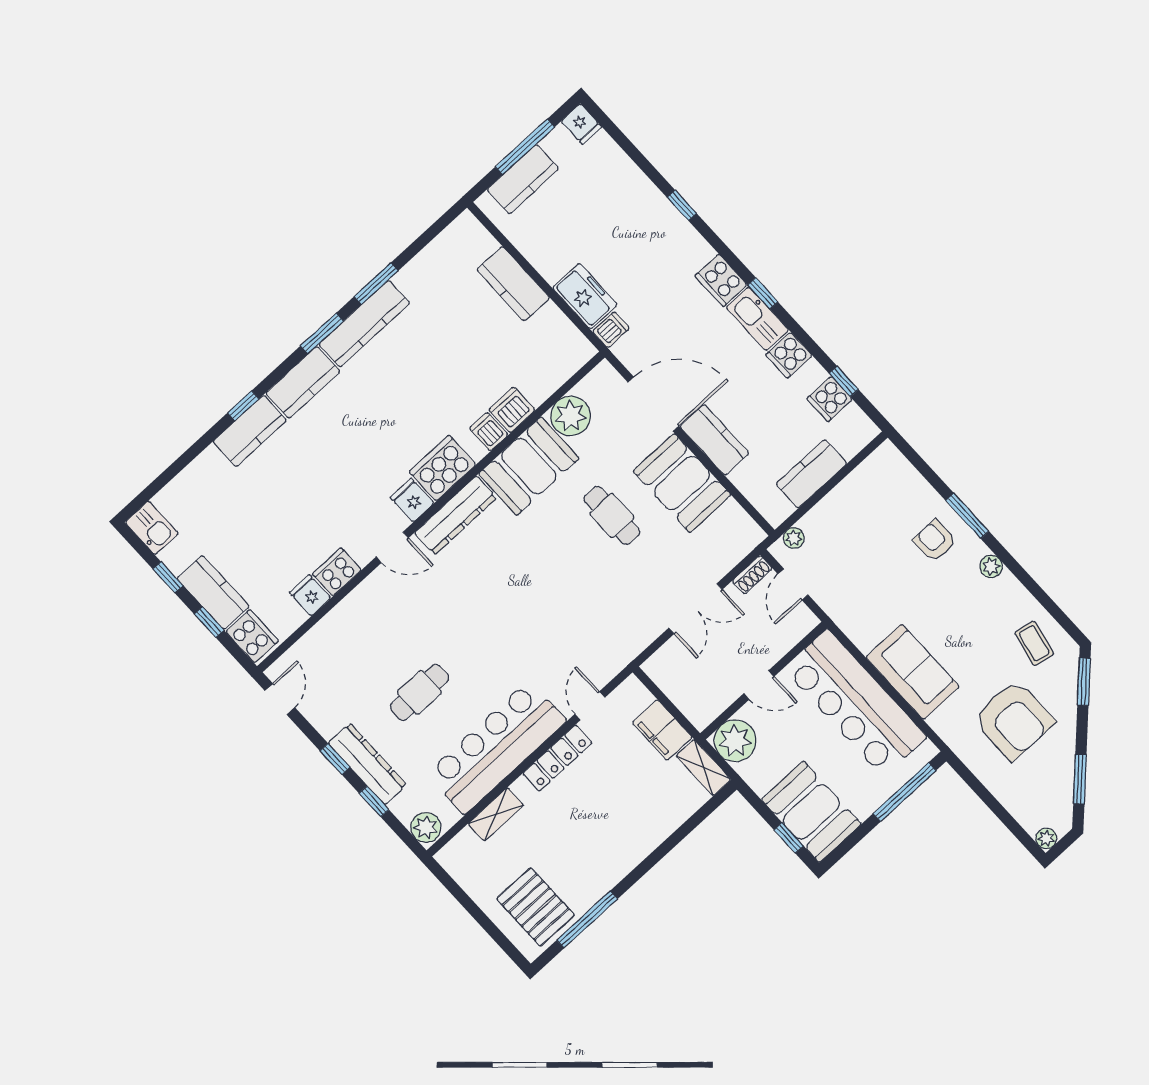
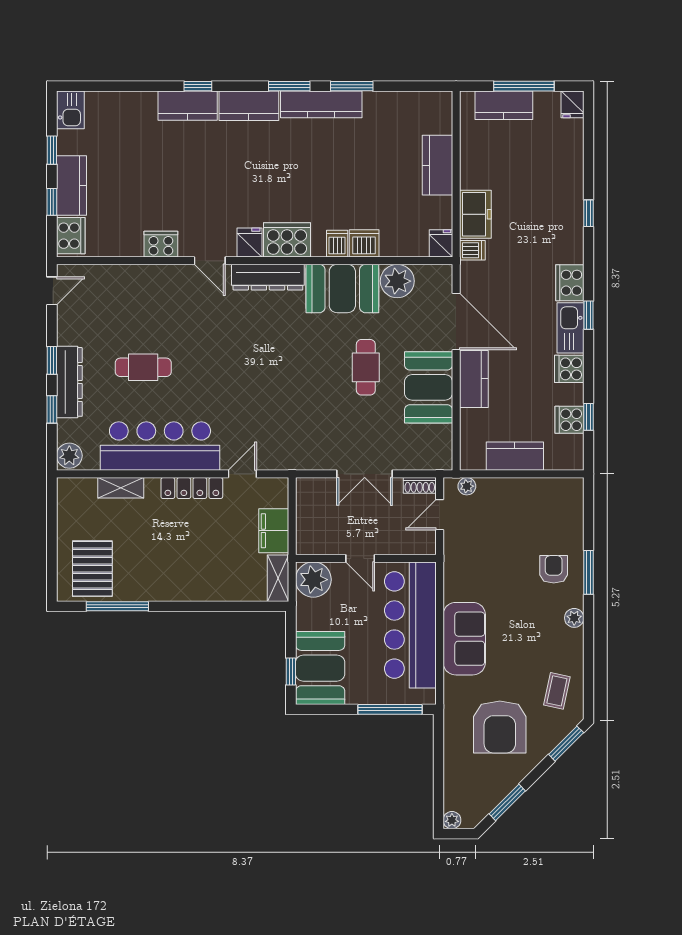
fridge: (310, 595) -> (441, 243), moved

